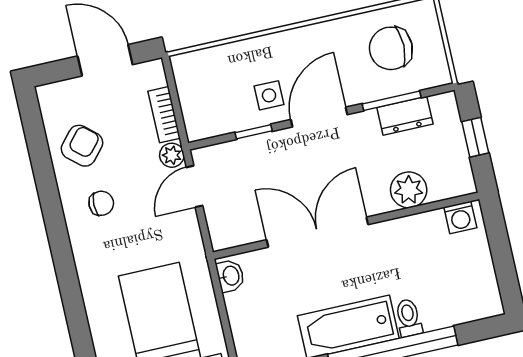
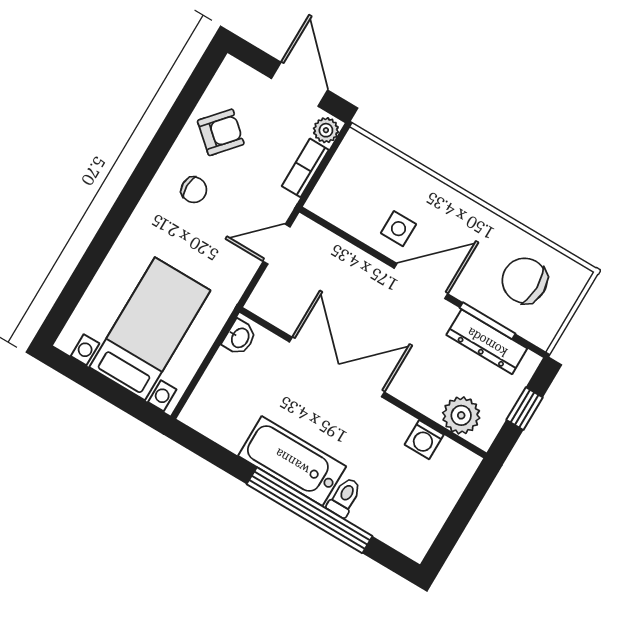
dresser: (405, 116) -> (487, 342), width x1.44
window: (254, 132) -> (361, 245), removed
plant: (172, 155) -> (326, 130), moved
plant: (409, 190) -> (461, 415), moved
washing machine: (460, 217) -> (424, 440), moved

